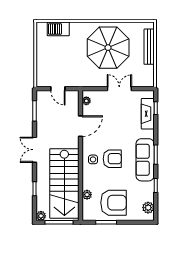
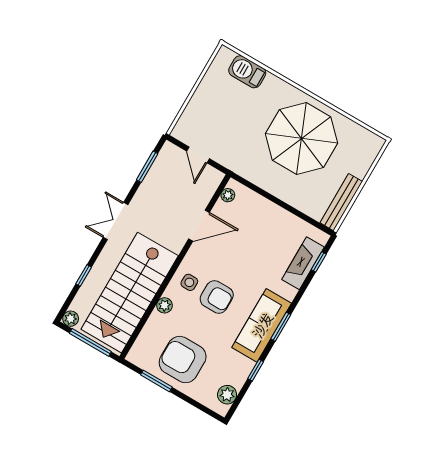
bench: (149, 47) -> (341, 202), moved
double door: (119, 89) -> (284, 205), removed
plant: (87, 195) -> (164, 305), moved
armchair: (114, 203) -> (183, 360), turned 180

